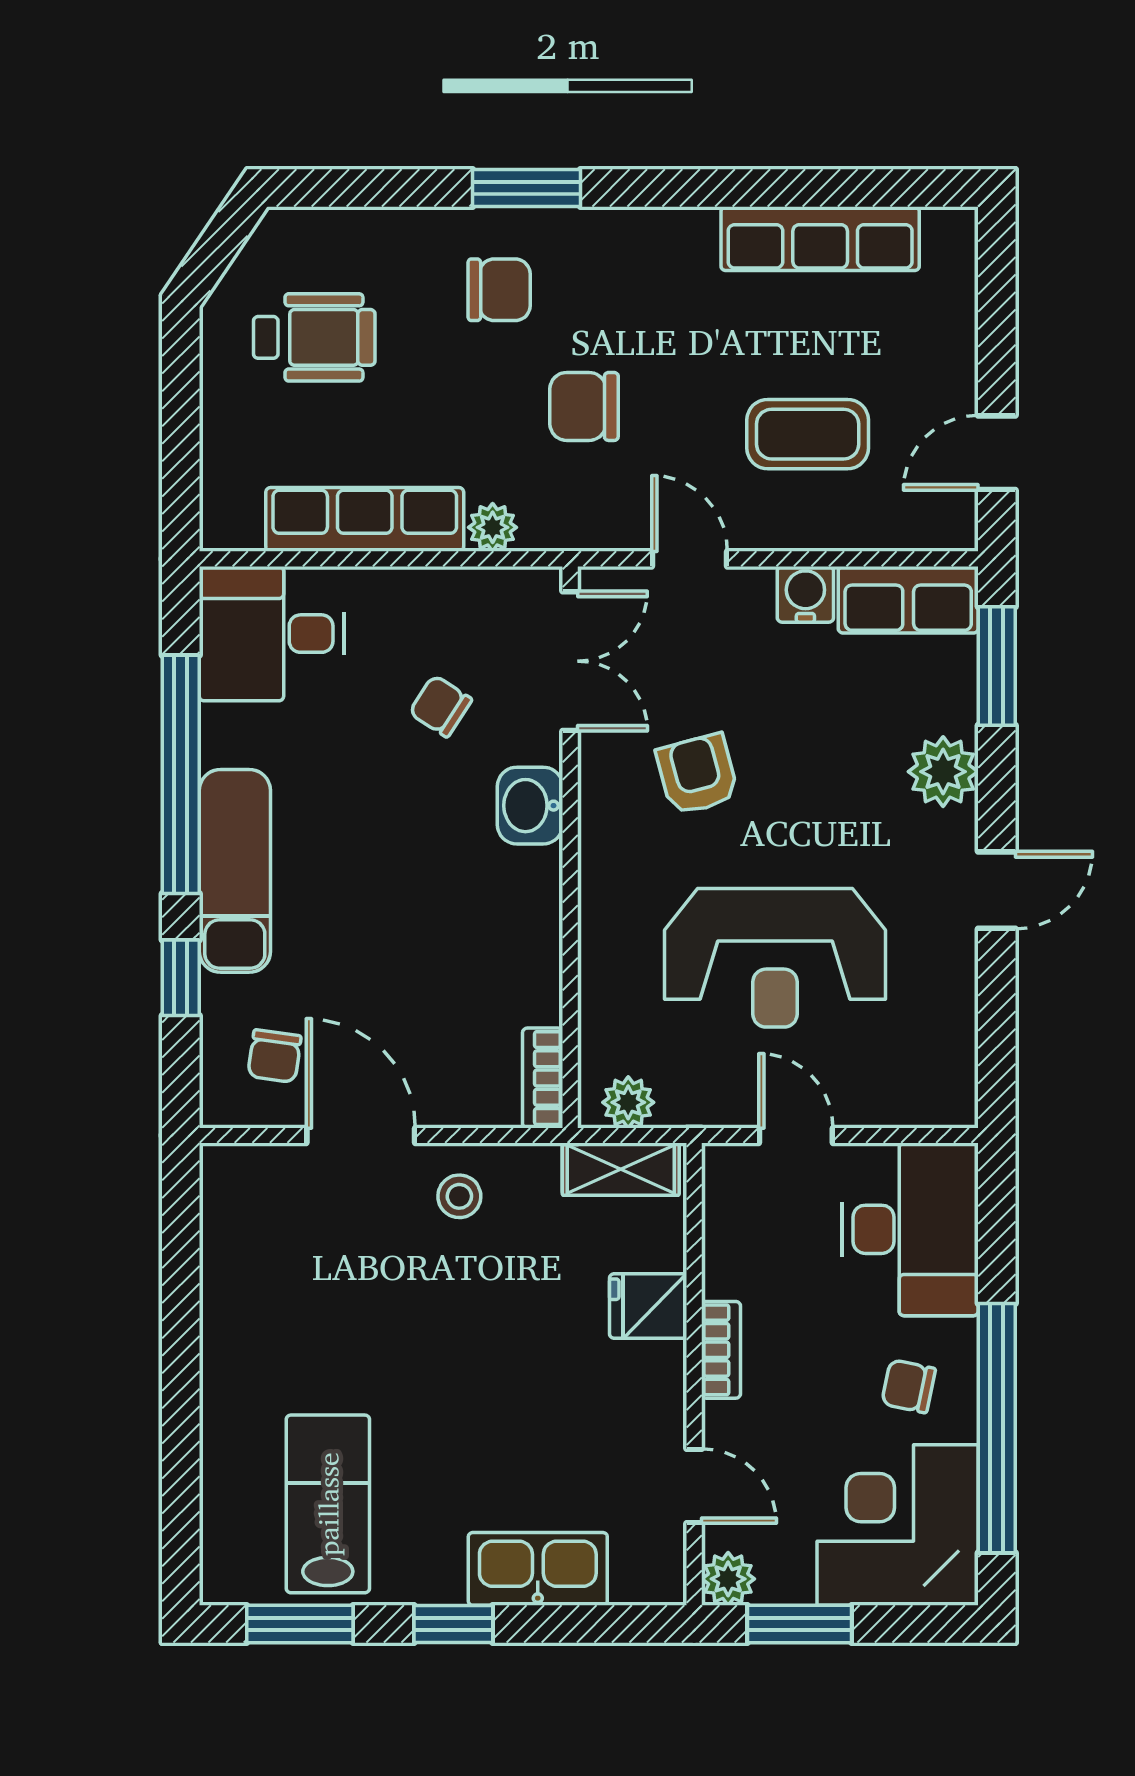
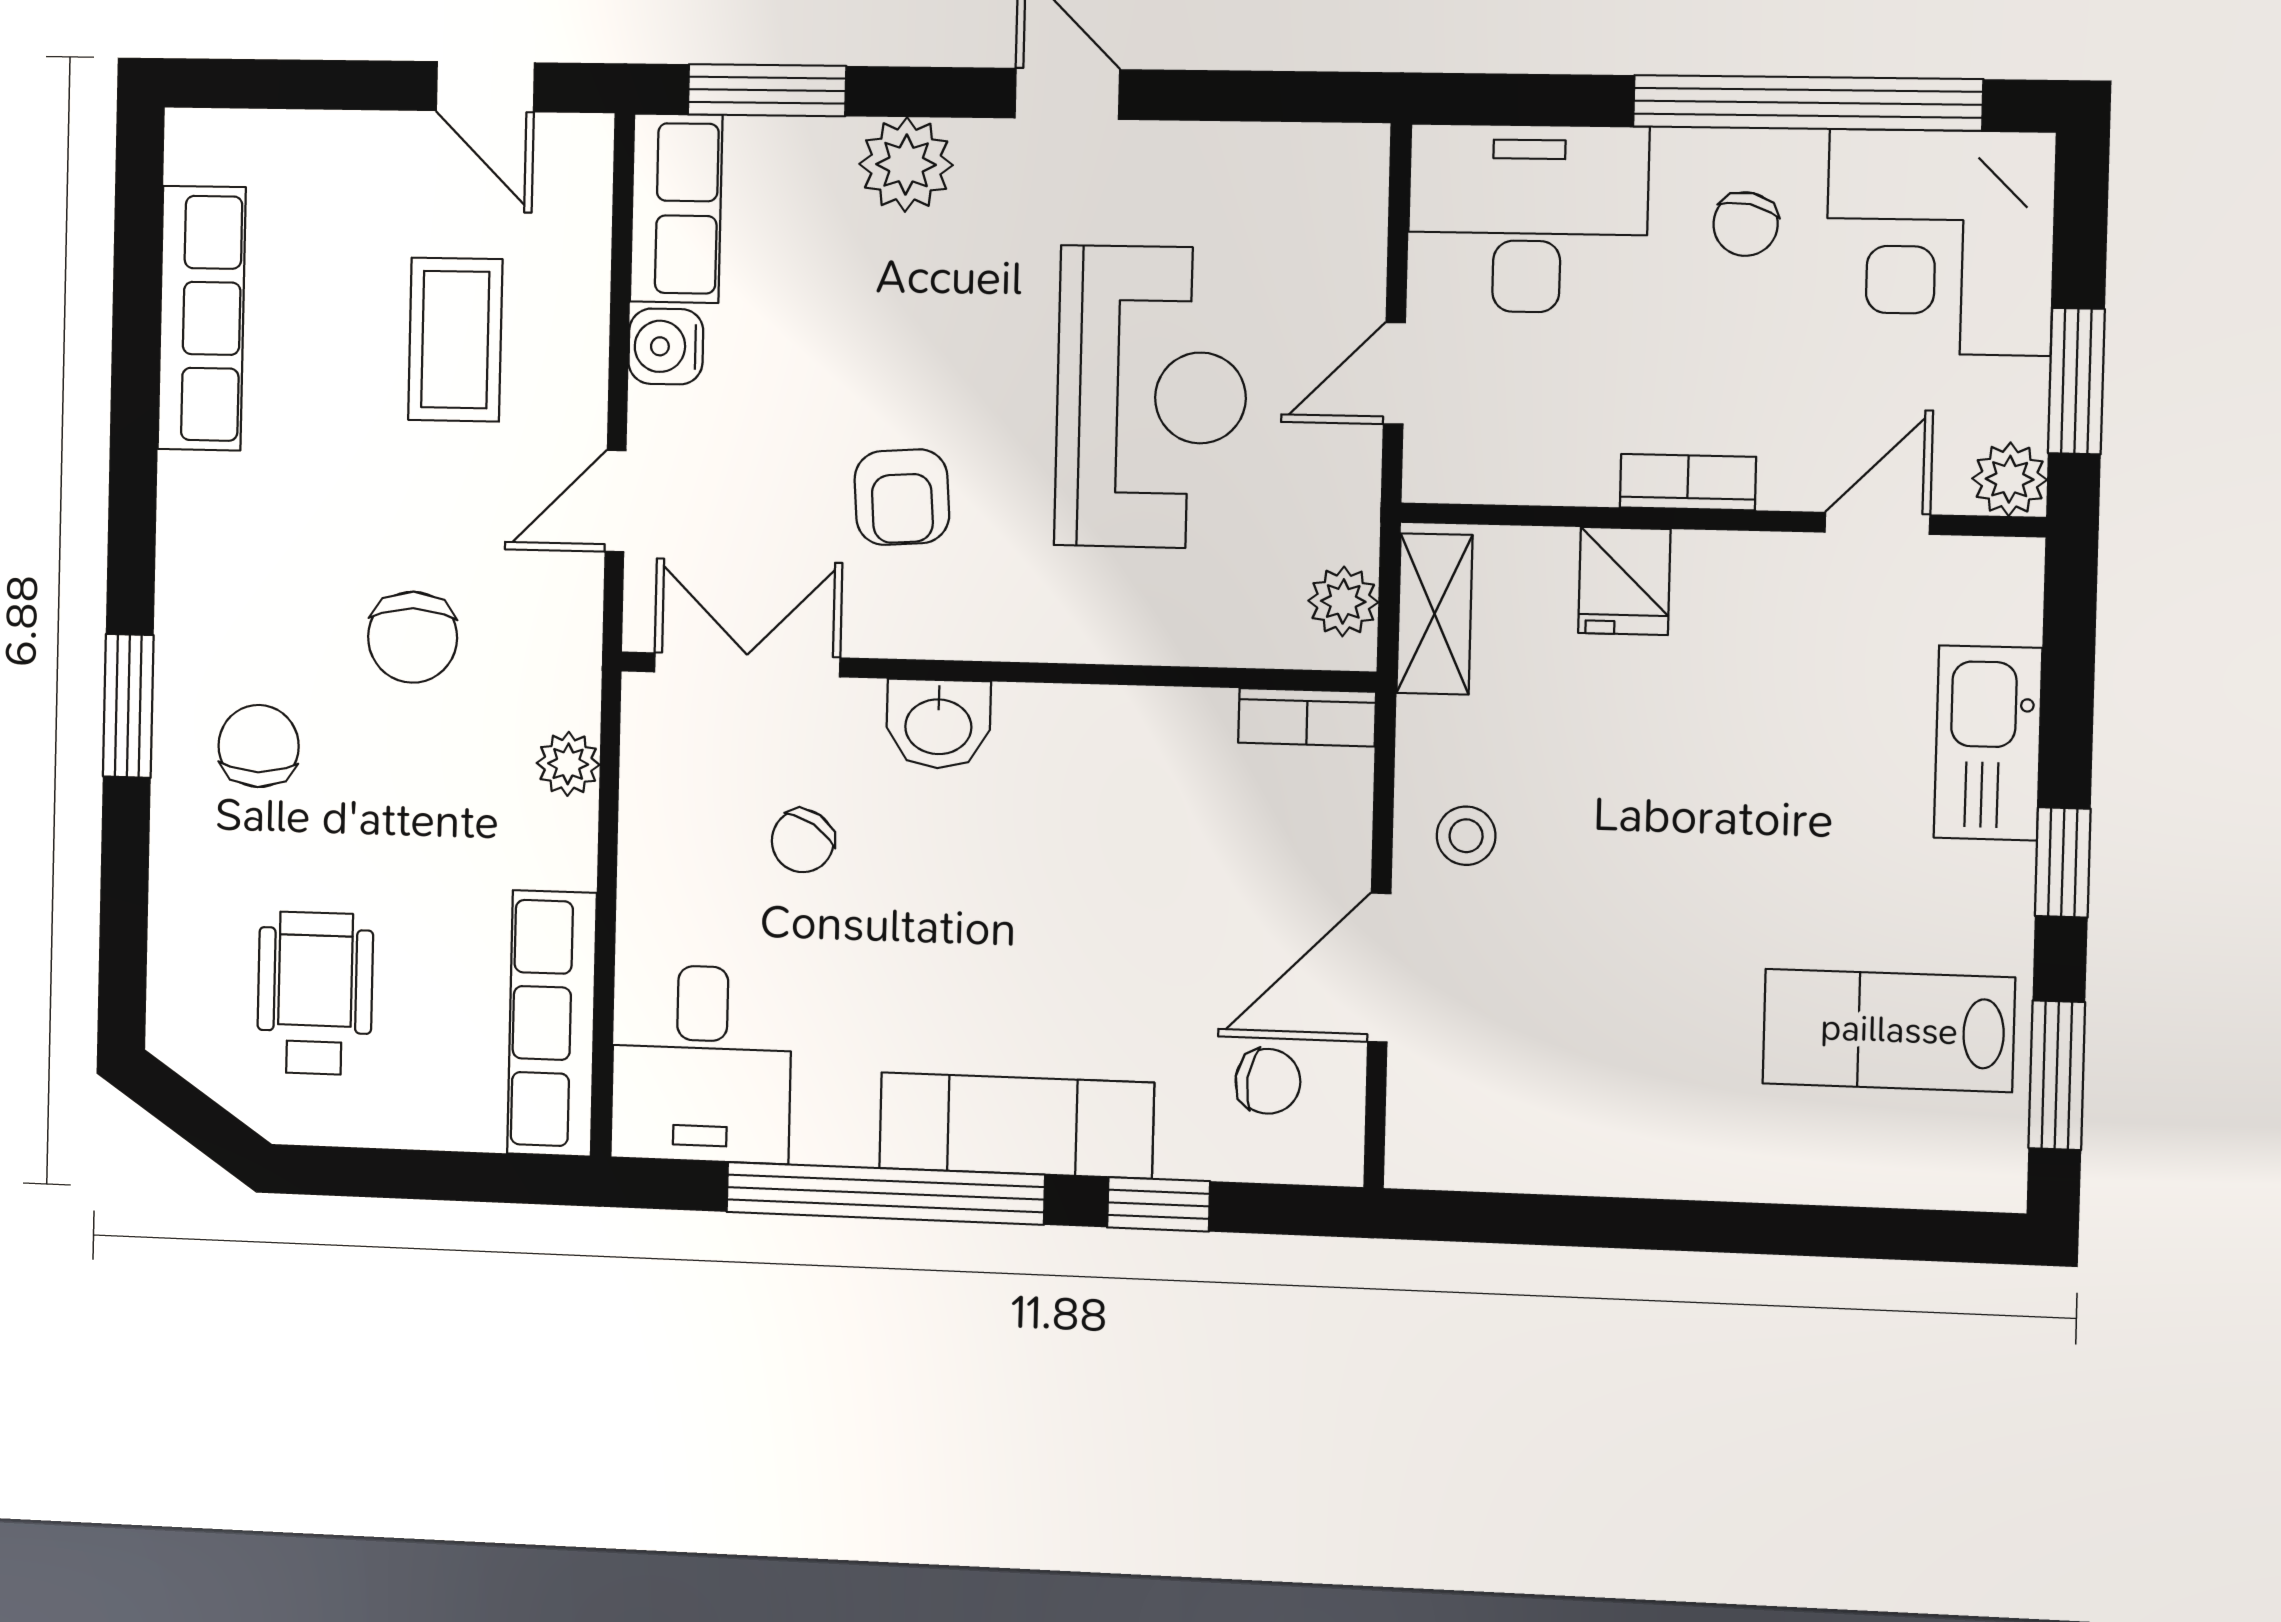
row of seats: (365, 519) -> (552, 1023), moved
armchair: (697, 774) -> (902, 497), turned -79

